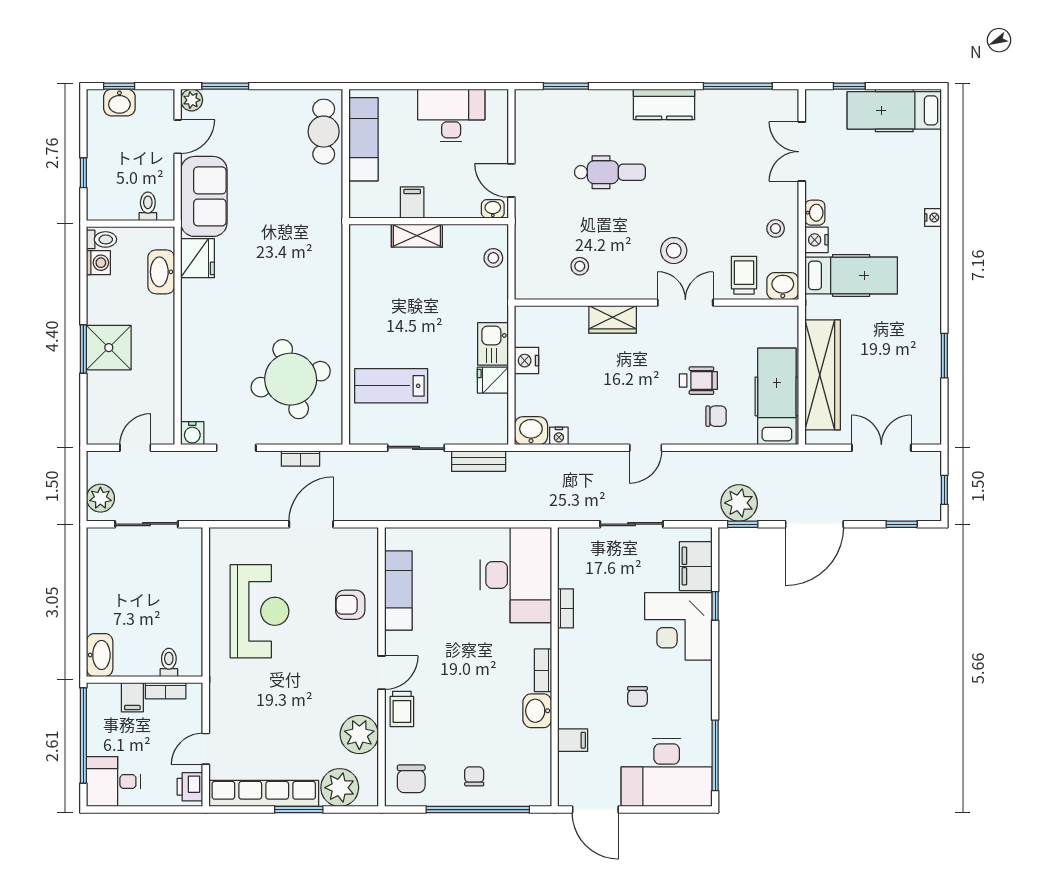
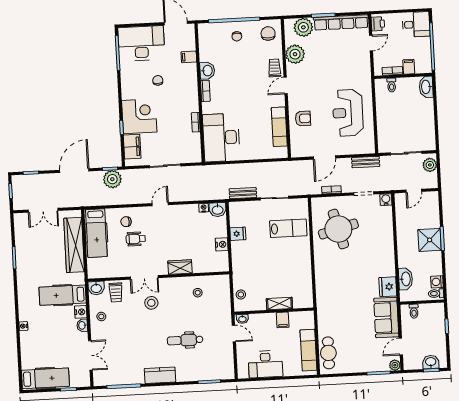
kitchen sink: (493, 344) -> (239, 252), removed
bench: (229, 511) -> (366, 162), added

